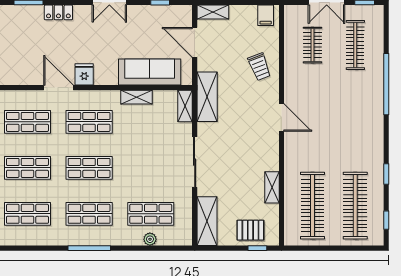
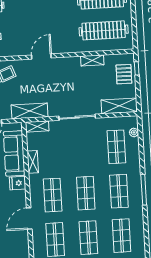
fridge: (84, 74) -> (18, 183), moved
plant: (150, 239) -> (134, 132), moved

